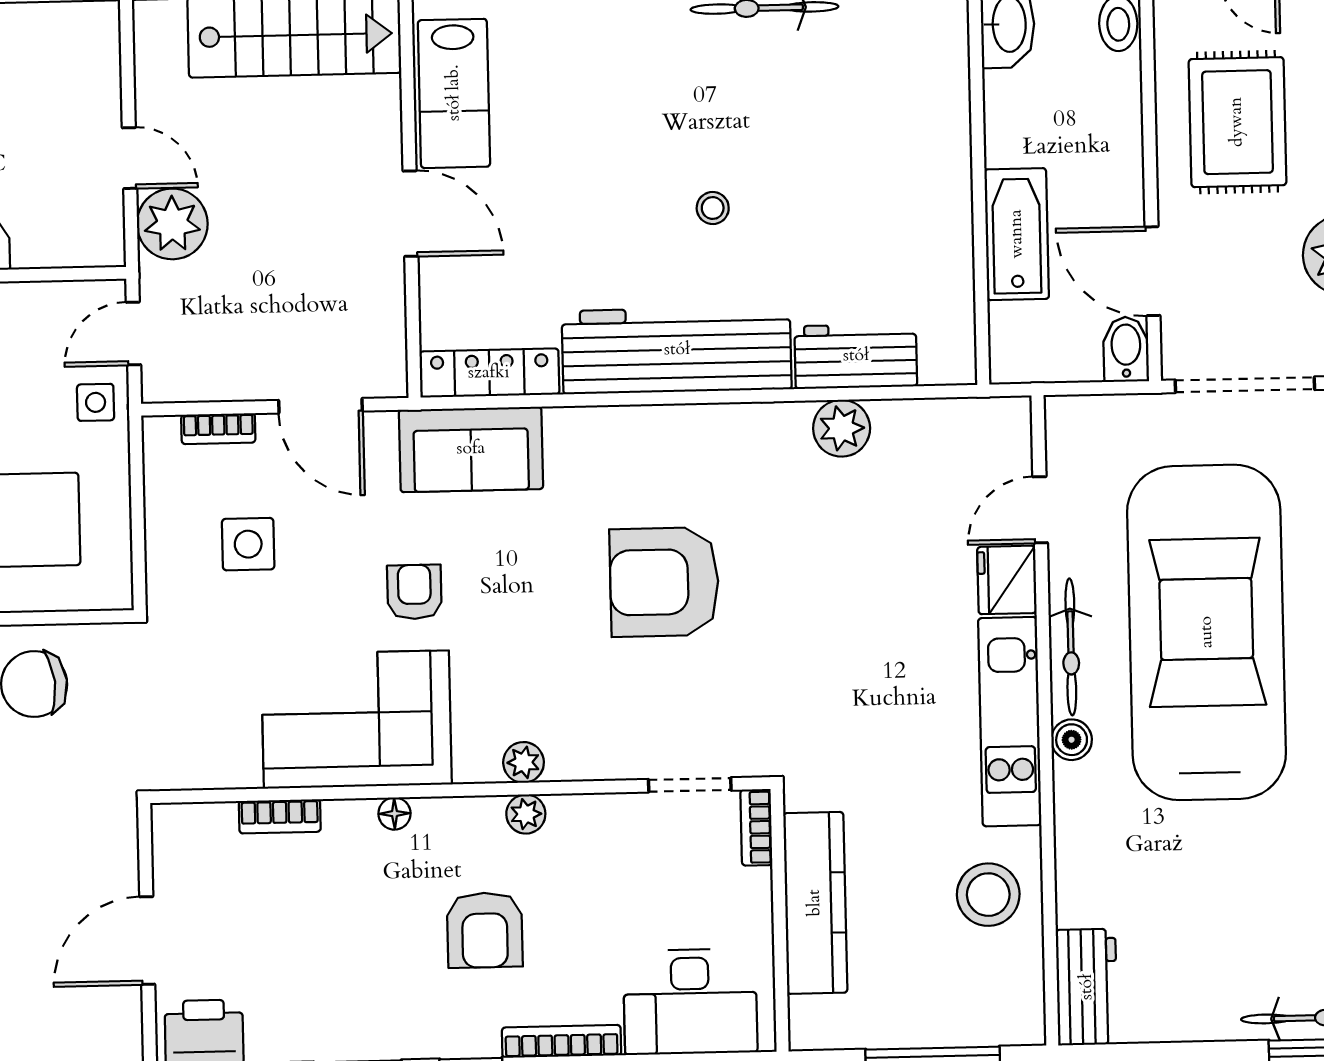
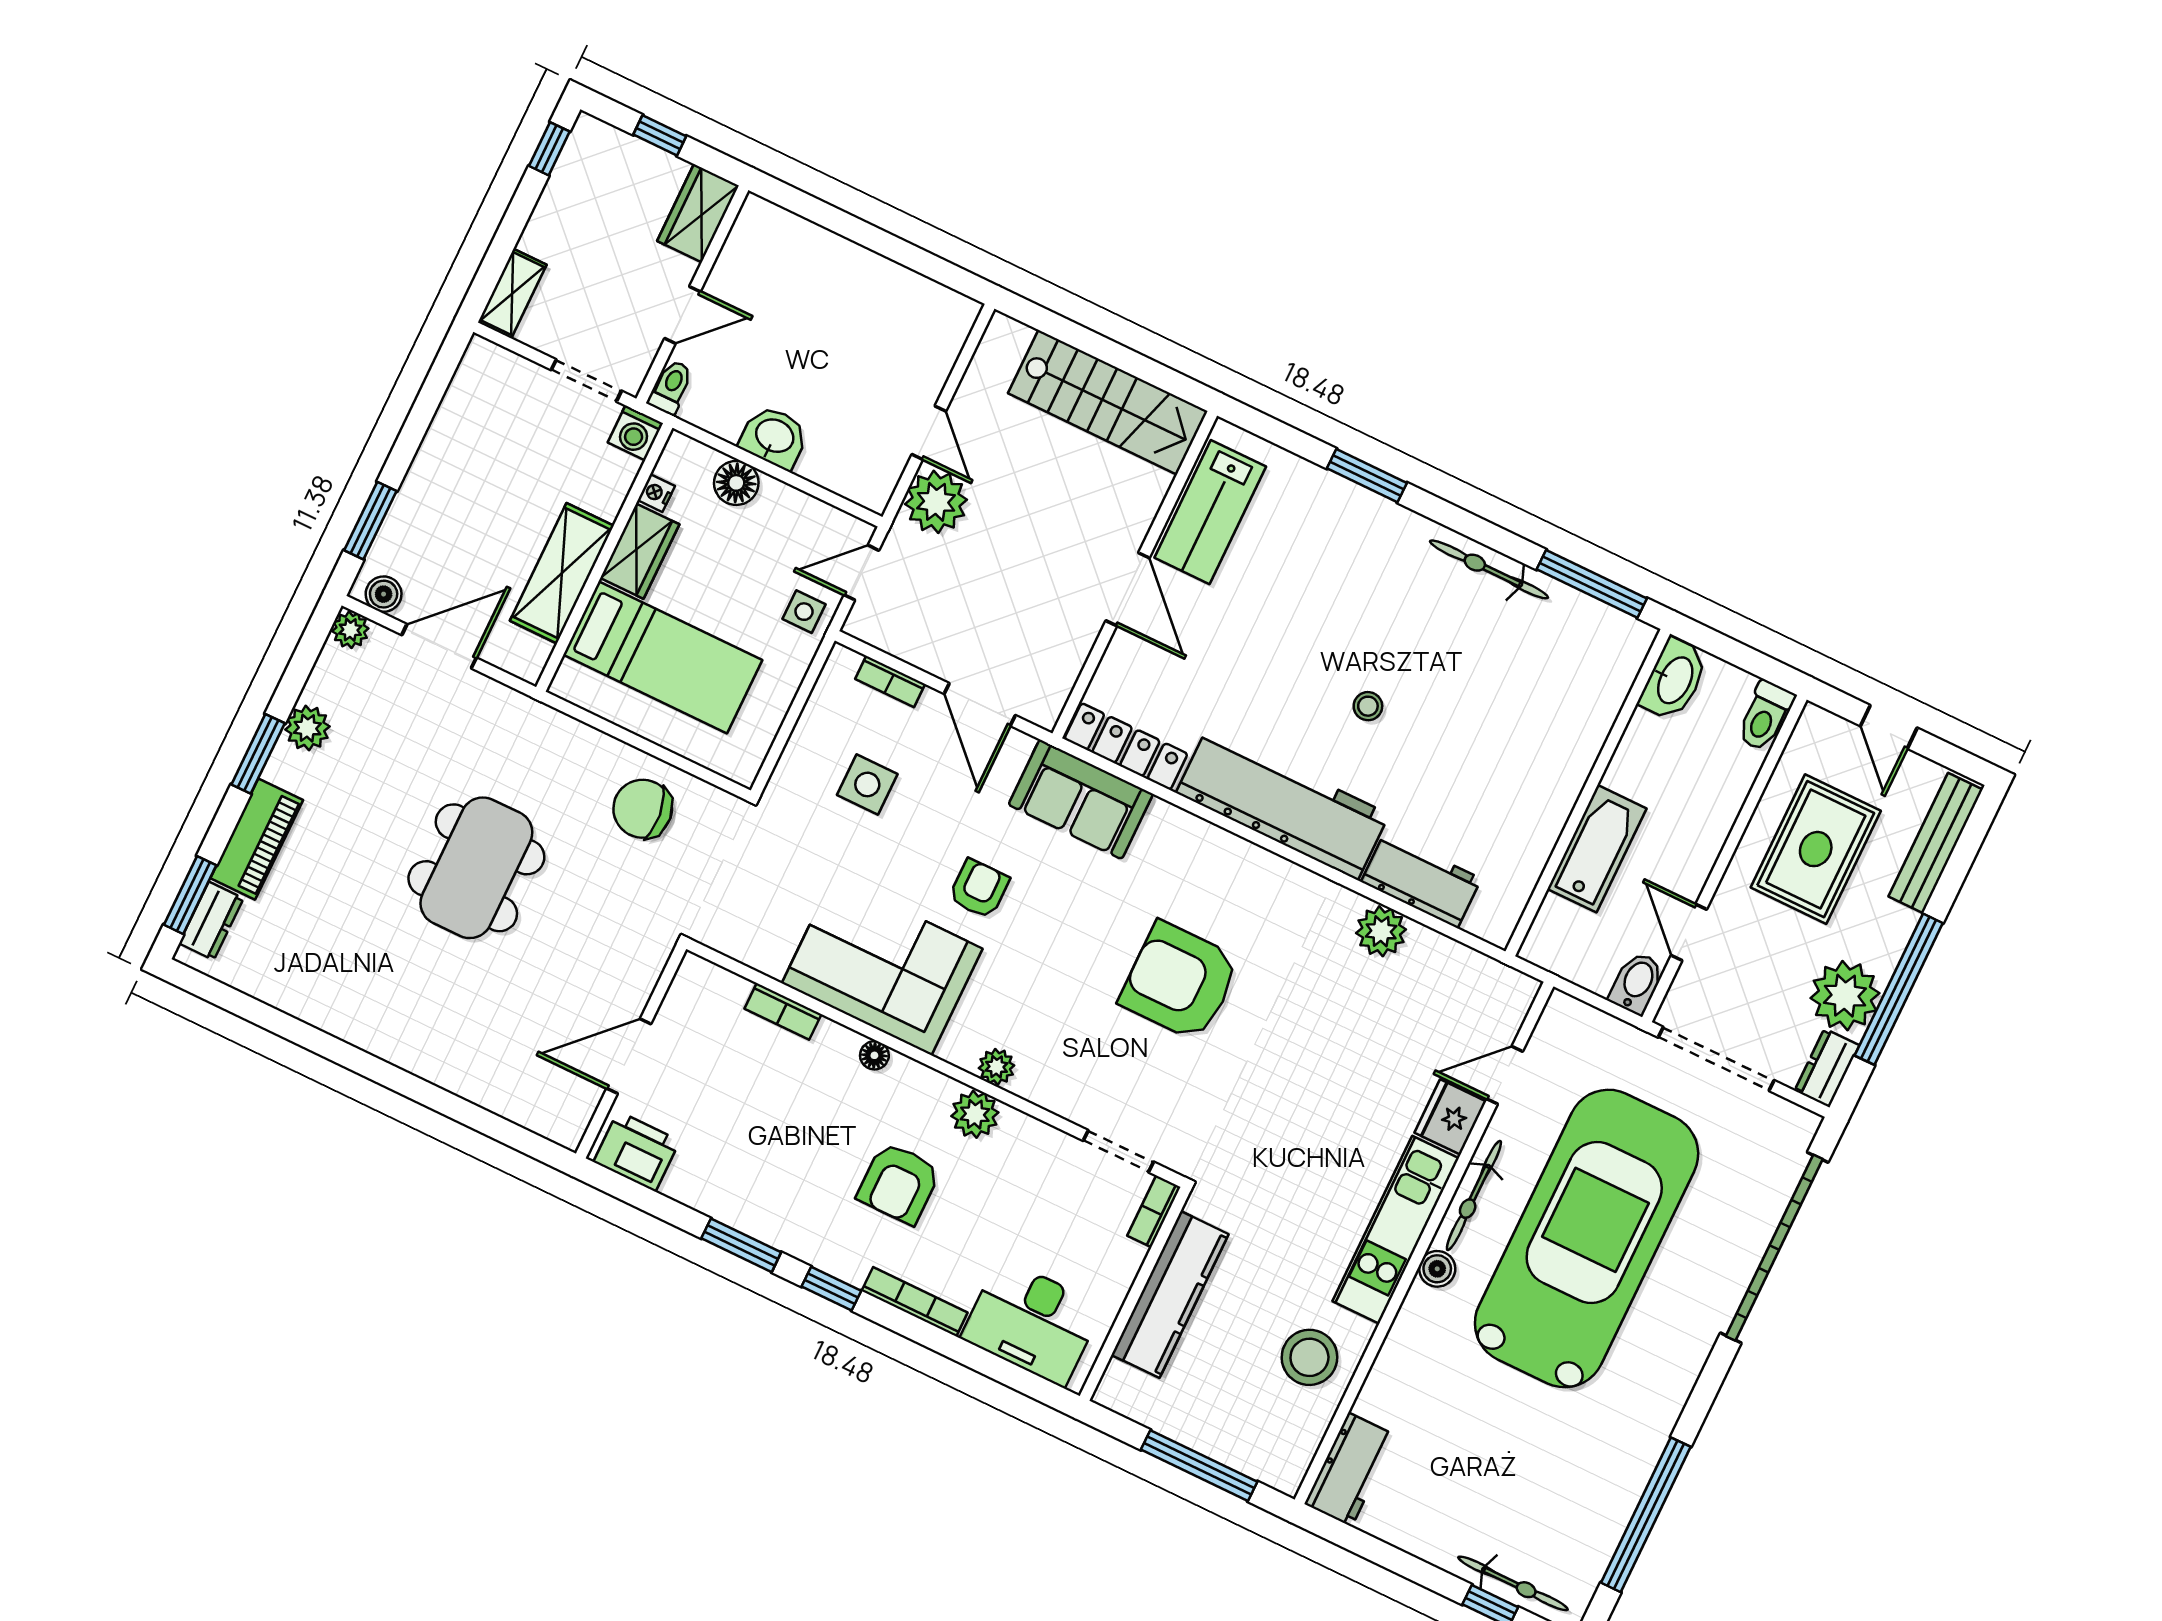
door: (1152, 271) -> (1689, 932), width x0.73
plant: (526, 814) -> (975, 1114), width x1.38, depth x1.38

